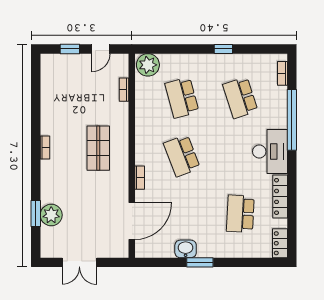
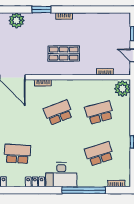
locker: (280, 196) -> (35, 182), width x0.66
window: (36, 214) -> (41, 9), moved

